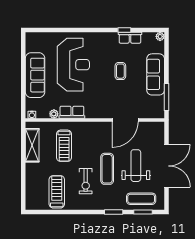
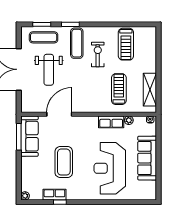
coffee table: (120, 71) -> (64, 162), width x1.86, depth x1.72
sofa: (156, 74) -> (29, 136), moved
exercise mat: (107, 169) -> (77, 43), moved

